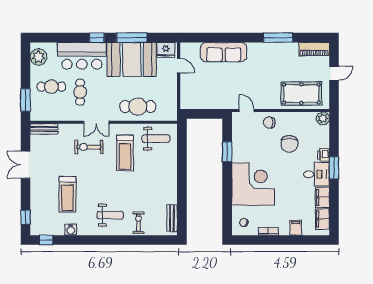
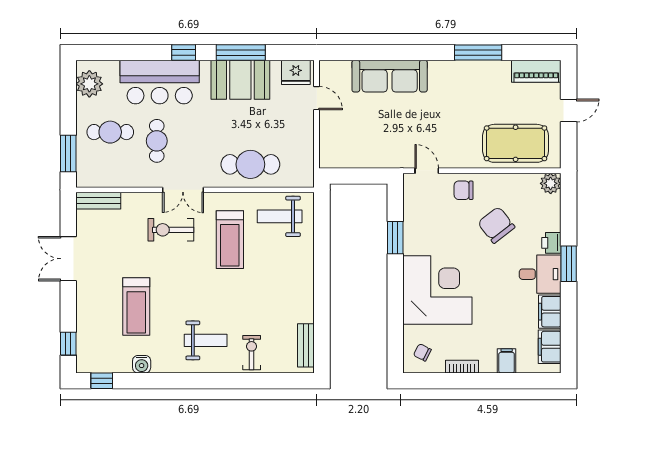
booth: (132, 60) -> (240, 80), width x0.73, depth x0.70
weight bench: (156, 139) -> (280, 216), turned 180
chair: (289, 144) -> (496, 225), turned 142

